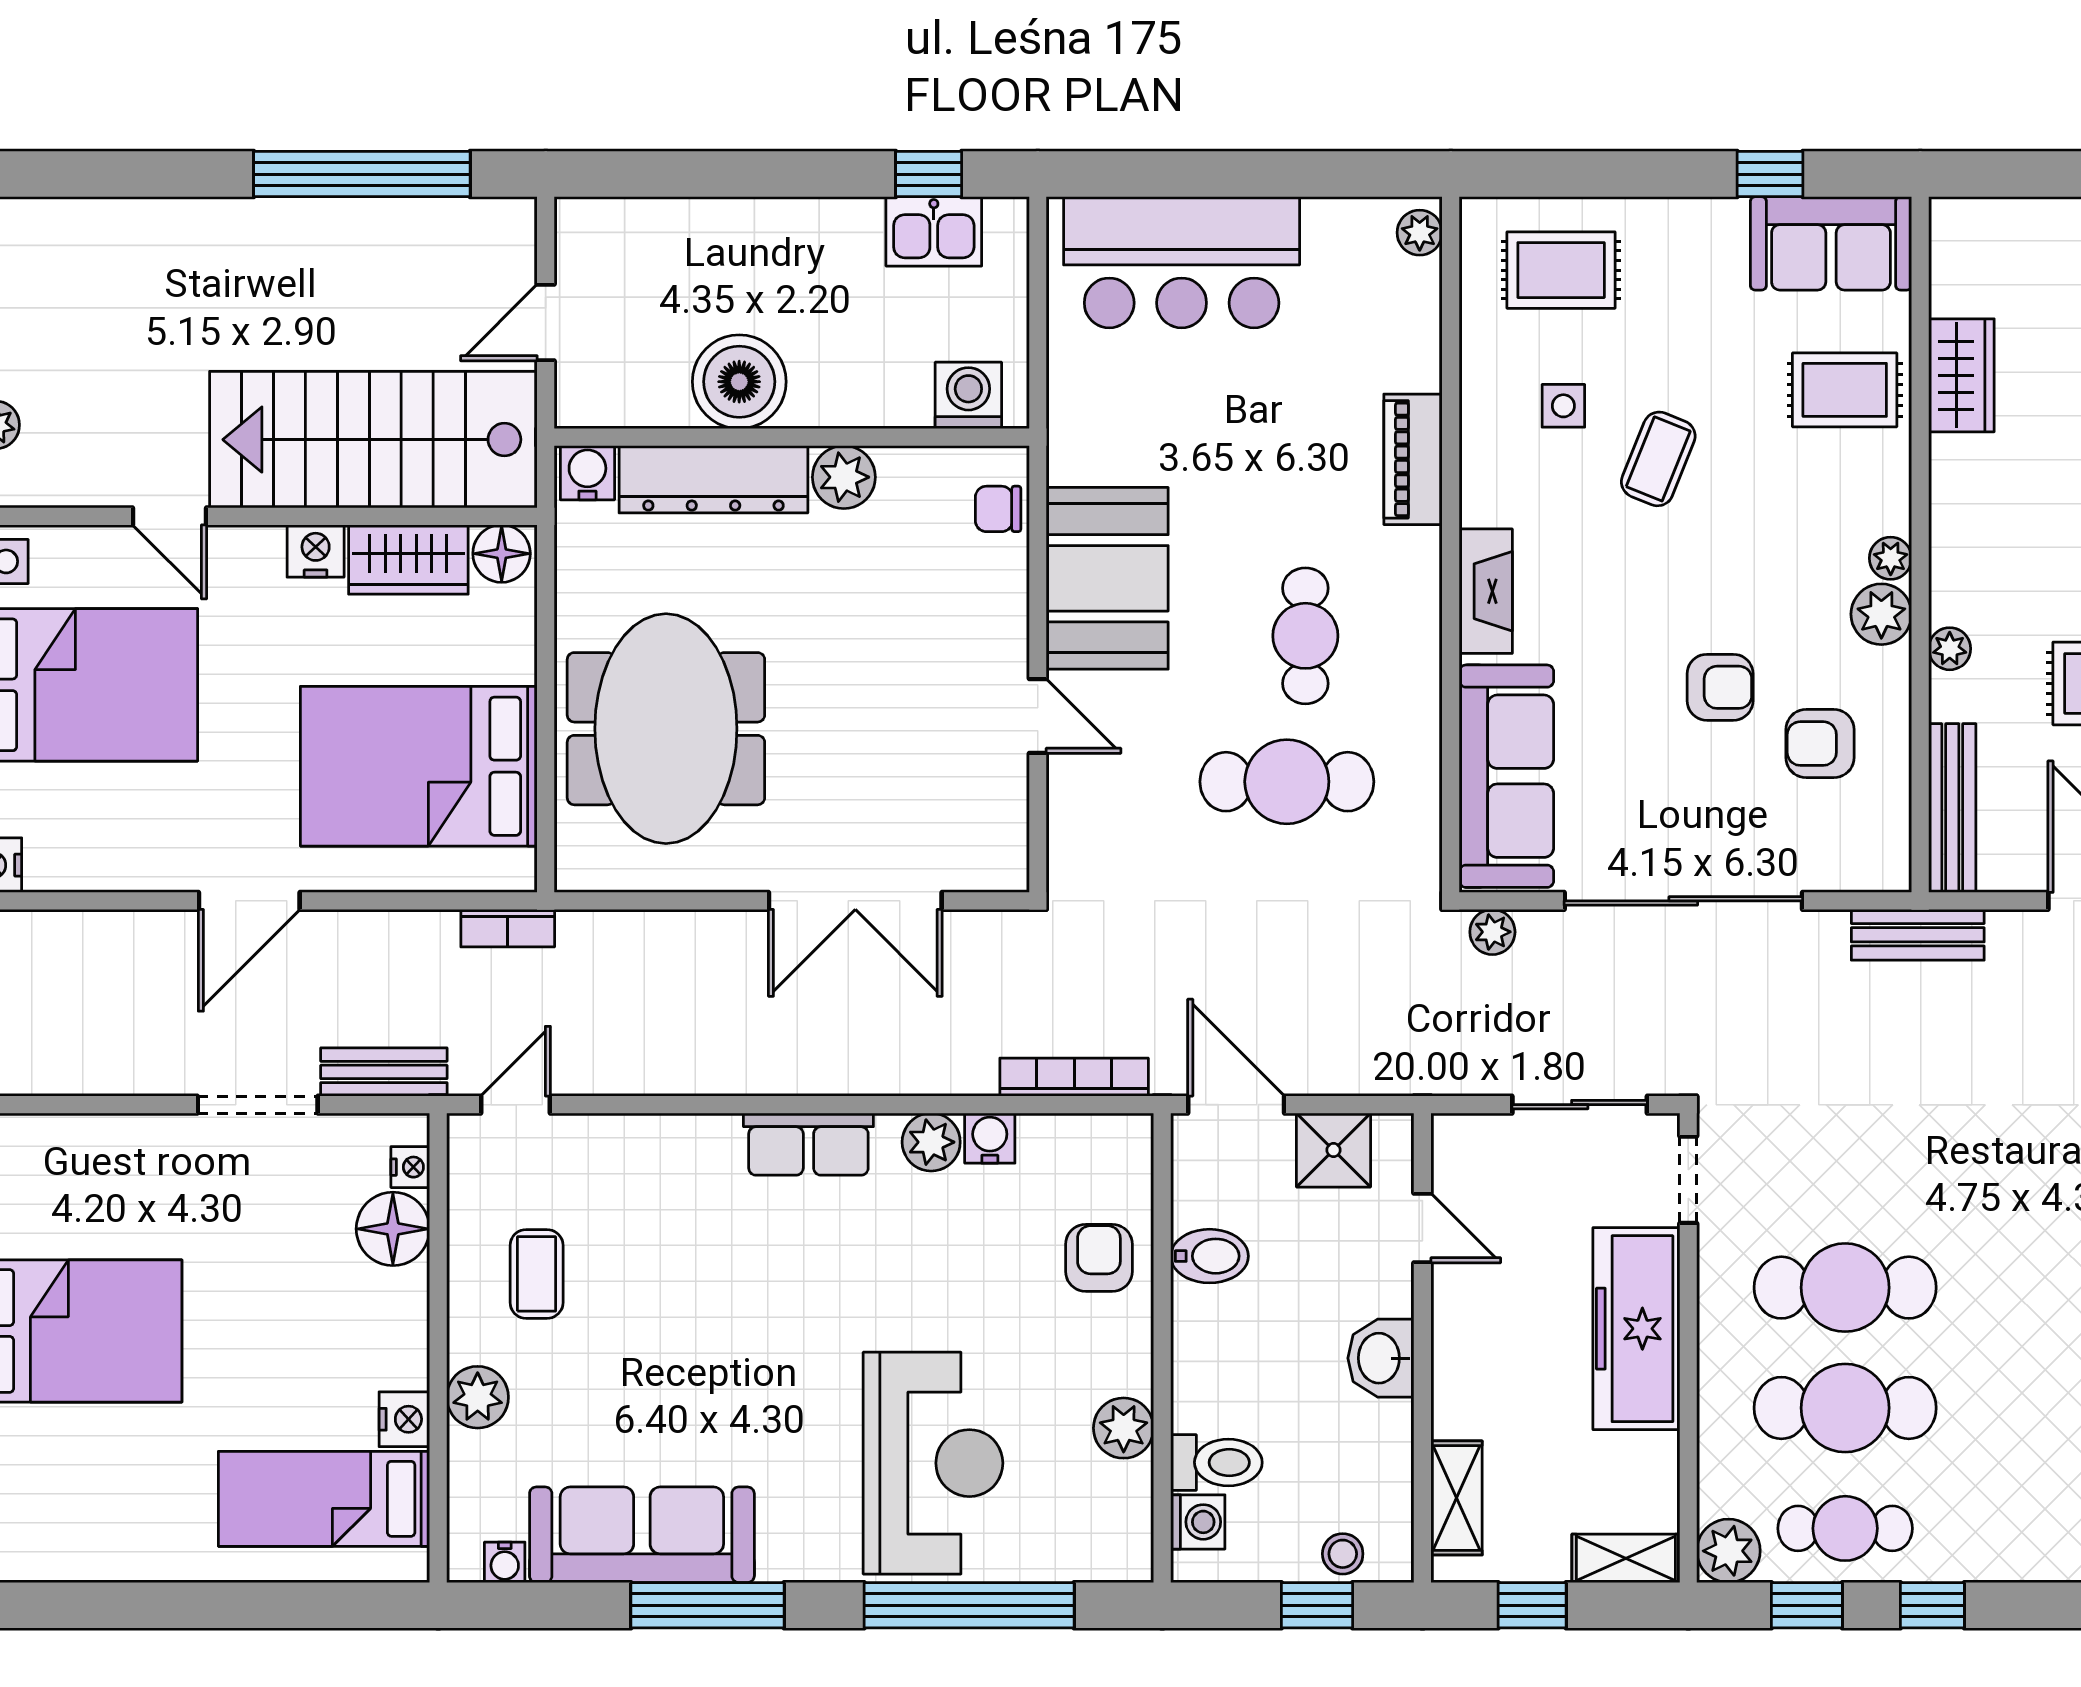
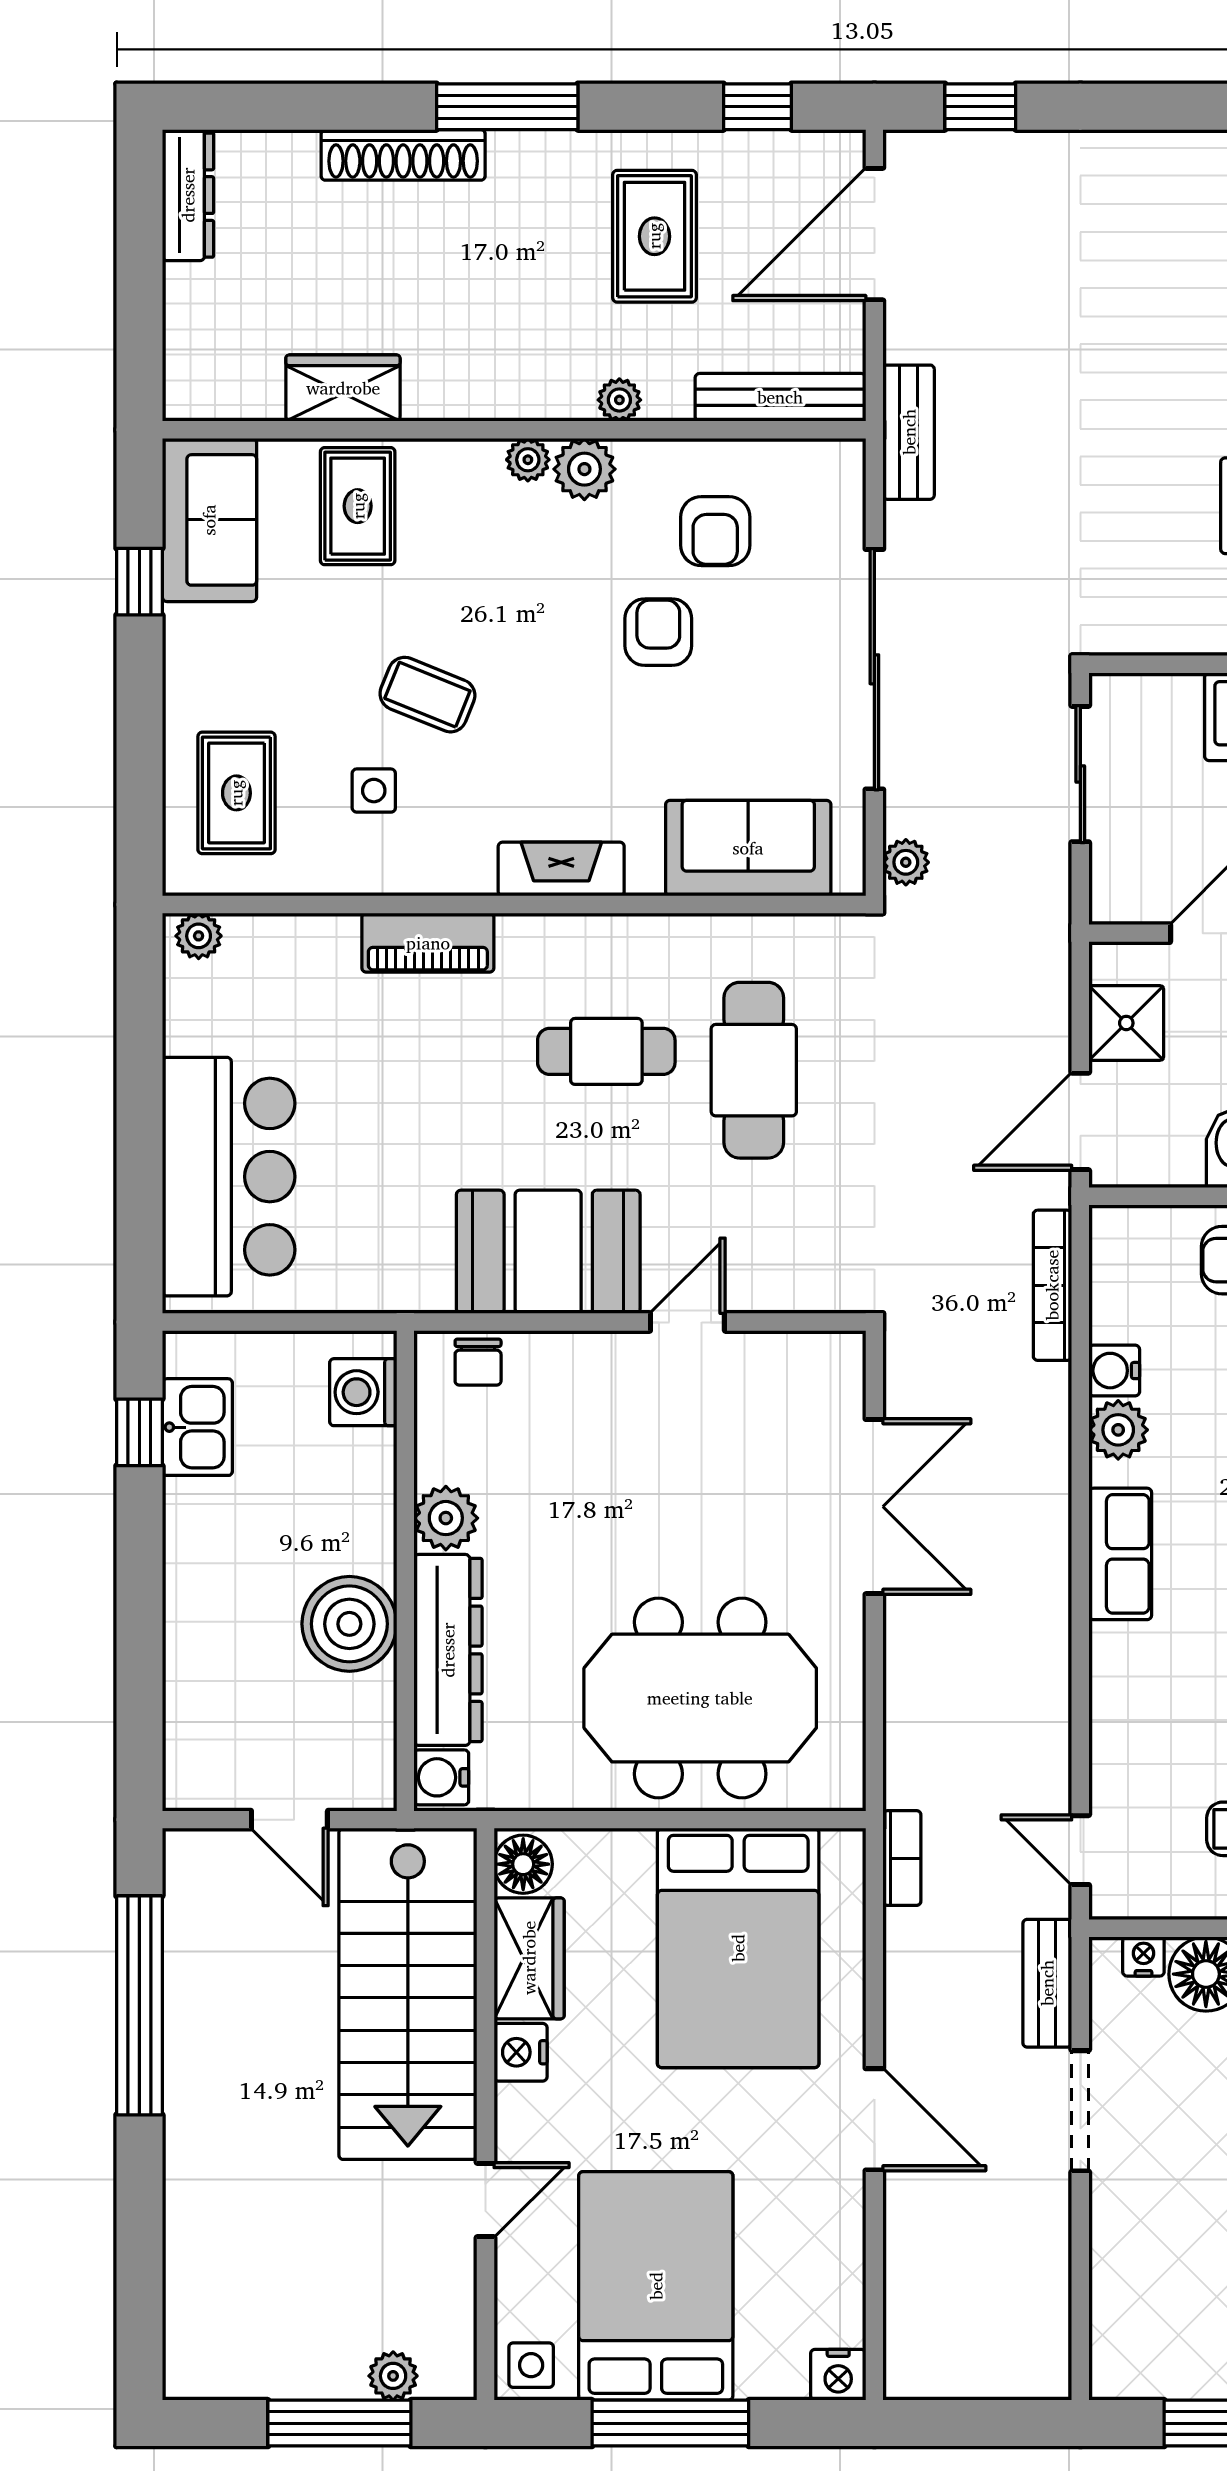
sofa: (1506, 776) -> (748, 848), width x0.73
doorway: (1688, 1180) -> (1156, 664), removed

